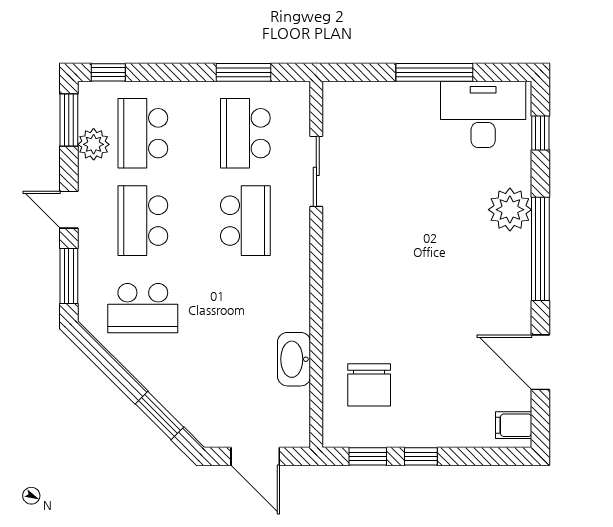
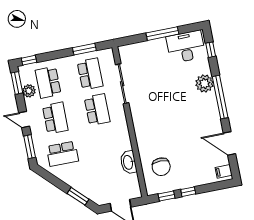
school desk: (245, 133) -> (90, 74), turned 180
sliding door: (316, 171) -> (122, 84), width x1.37
school desk: (143, 221) -> (55, 118), turned 180

